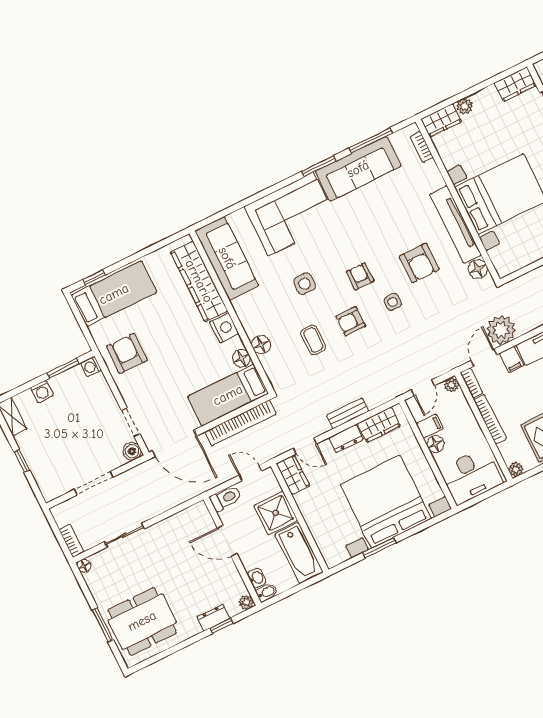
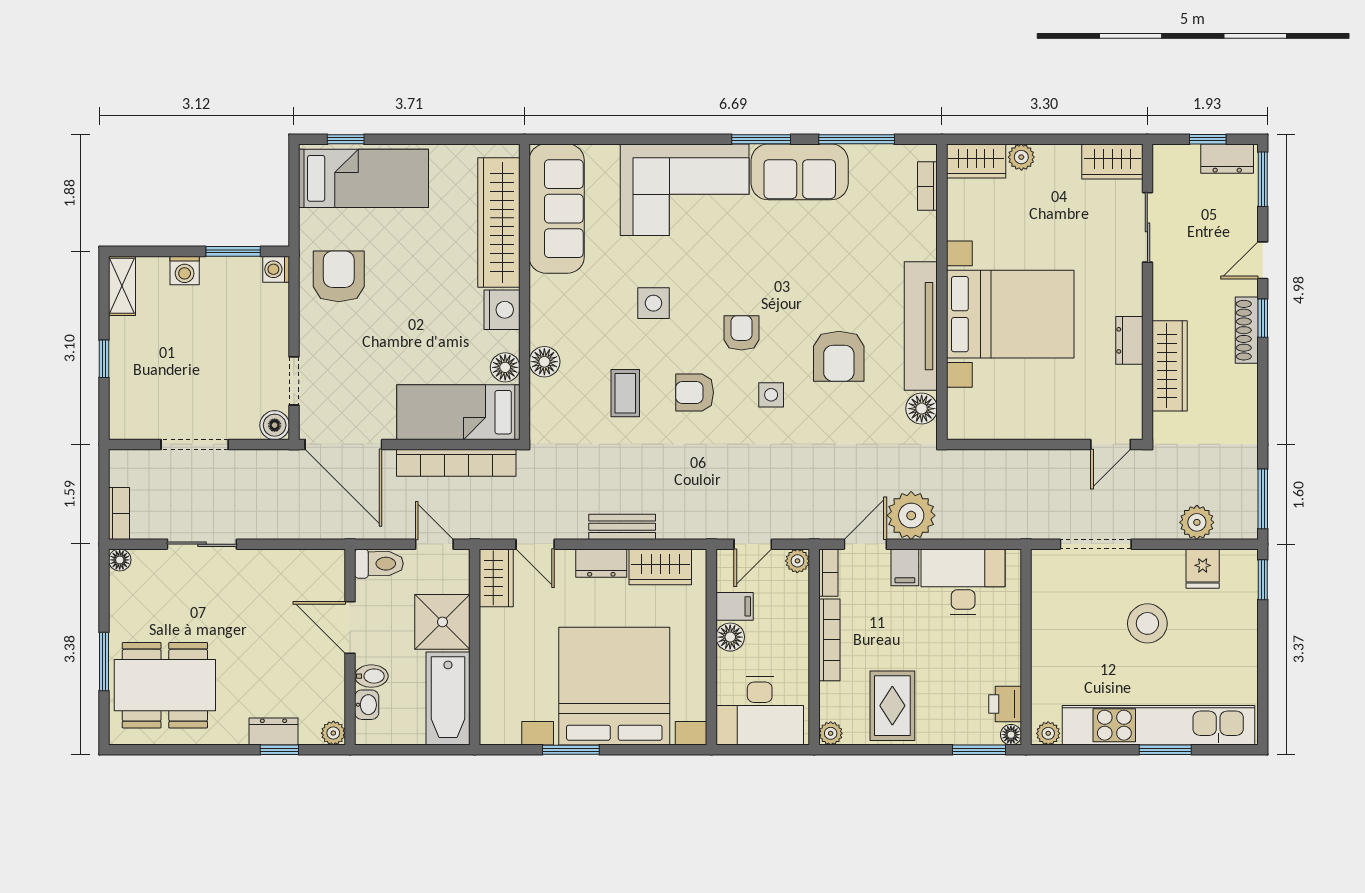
sofa: (358, 169) -> (800, 172), width x0.73
bidet: (267, 592) -> (371, 676), moved

